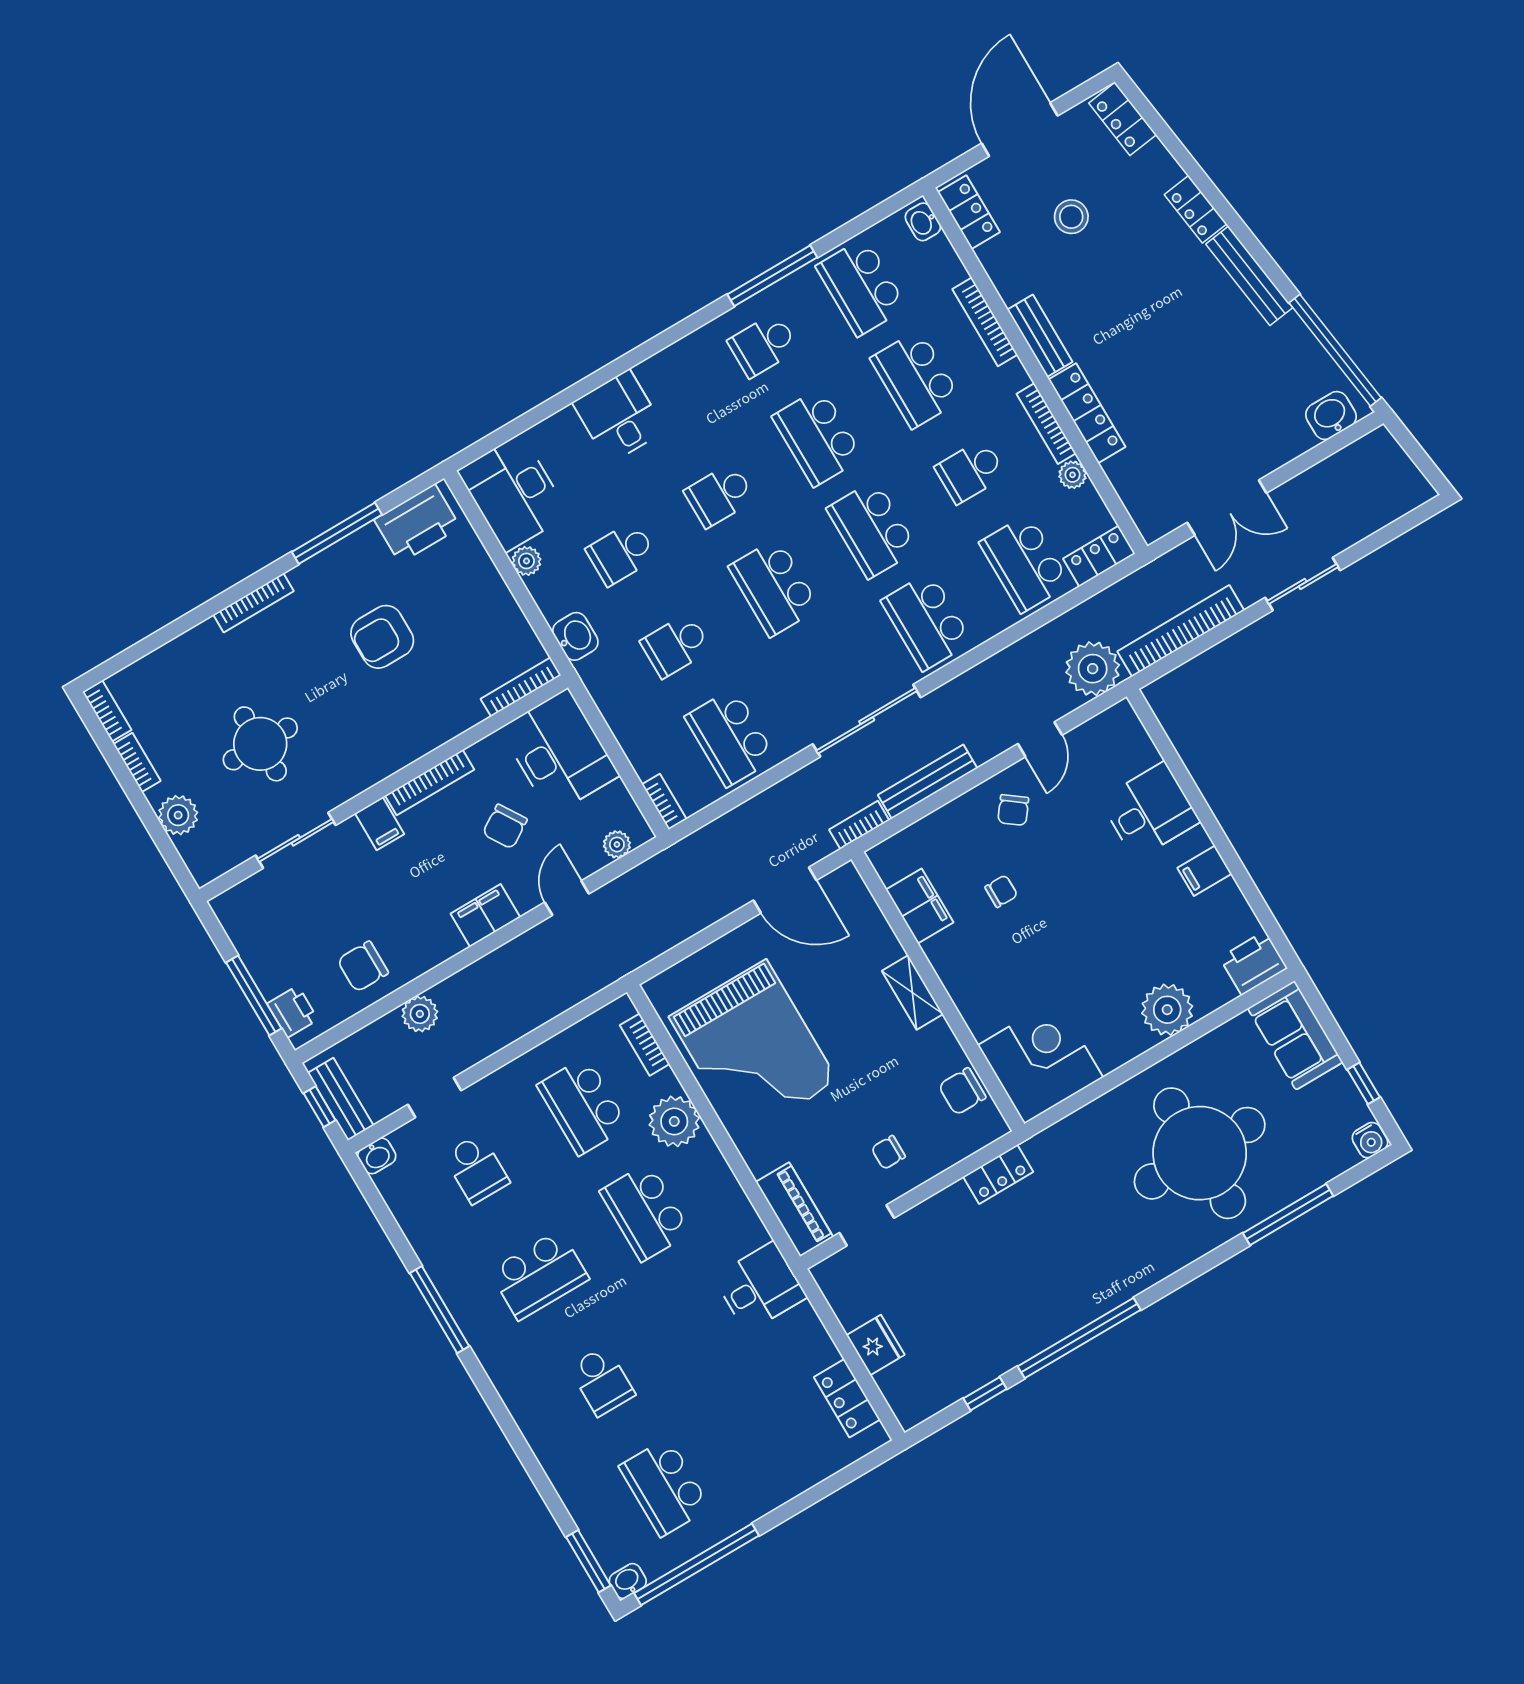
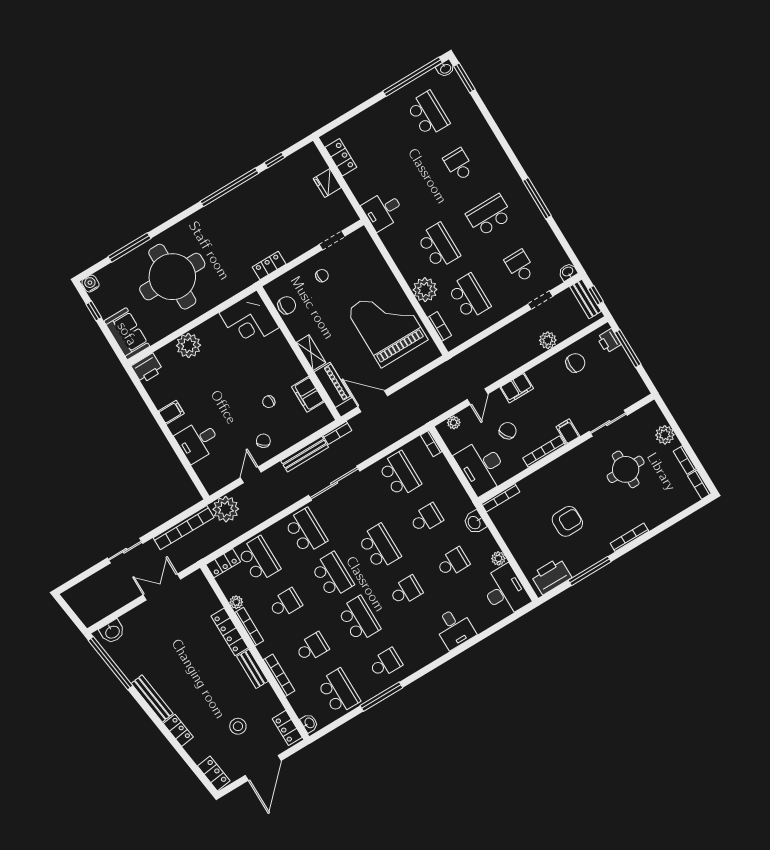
school desk: (916, 379) -> (312, 648), width x0.54
piano: (795, 1209) -> (333, 385), moved, turned 180

